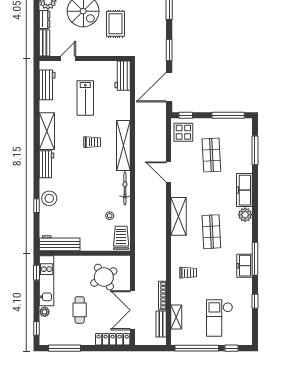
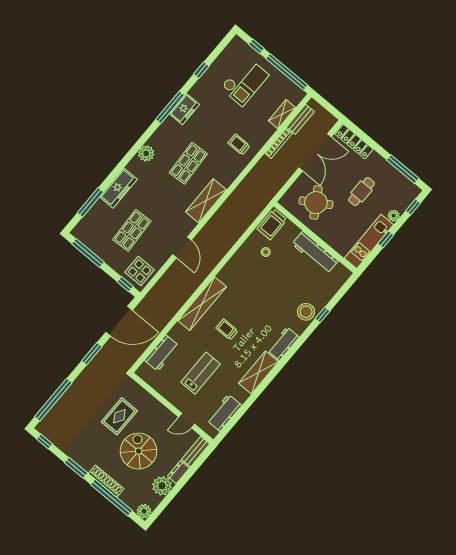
workbench: (123, 76) -> (162, 353), moved
bicycle: (125, 188) -> (232, 265), removed
freezer: (244, 190) -> (118, 188), moved
workbench: (60, 243) -> (315, 252), moved
window: (36, 273) -> (386, 239), moved

